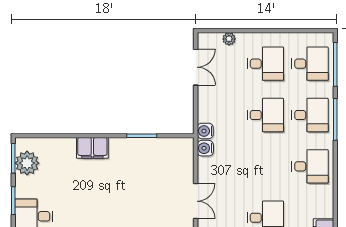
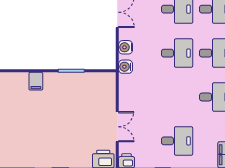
filing cabinet: (92, 148) -> (36, 81), width x0.50
water cooler: (205, 148) -> (126, 47), moved

